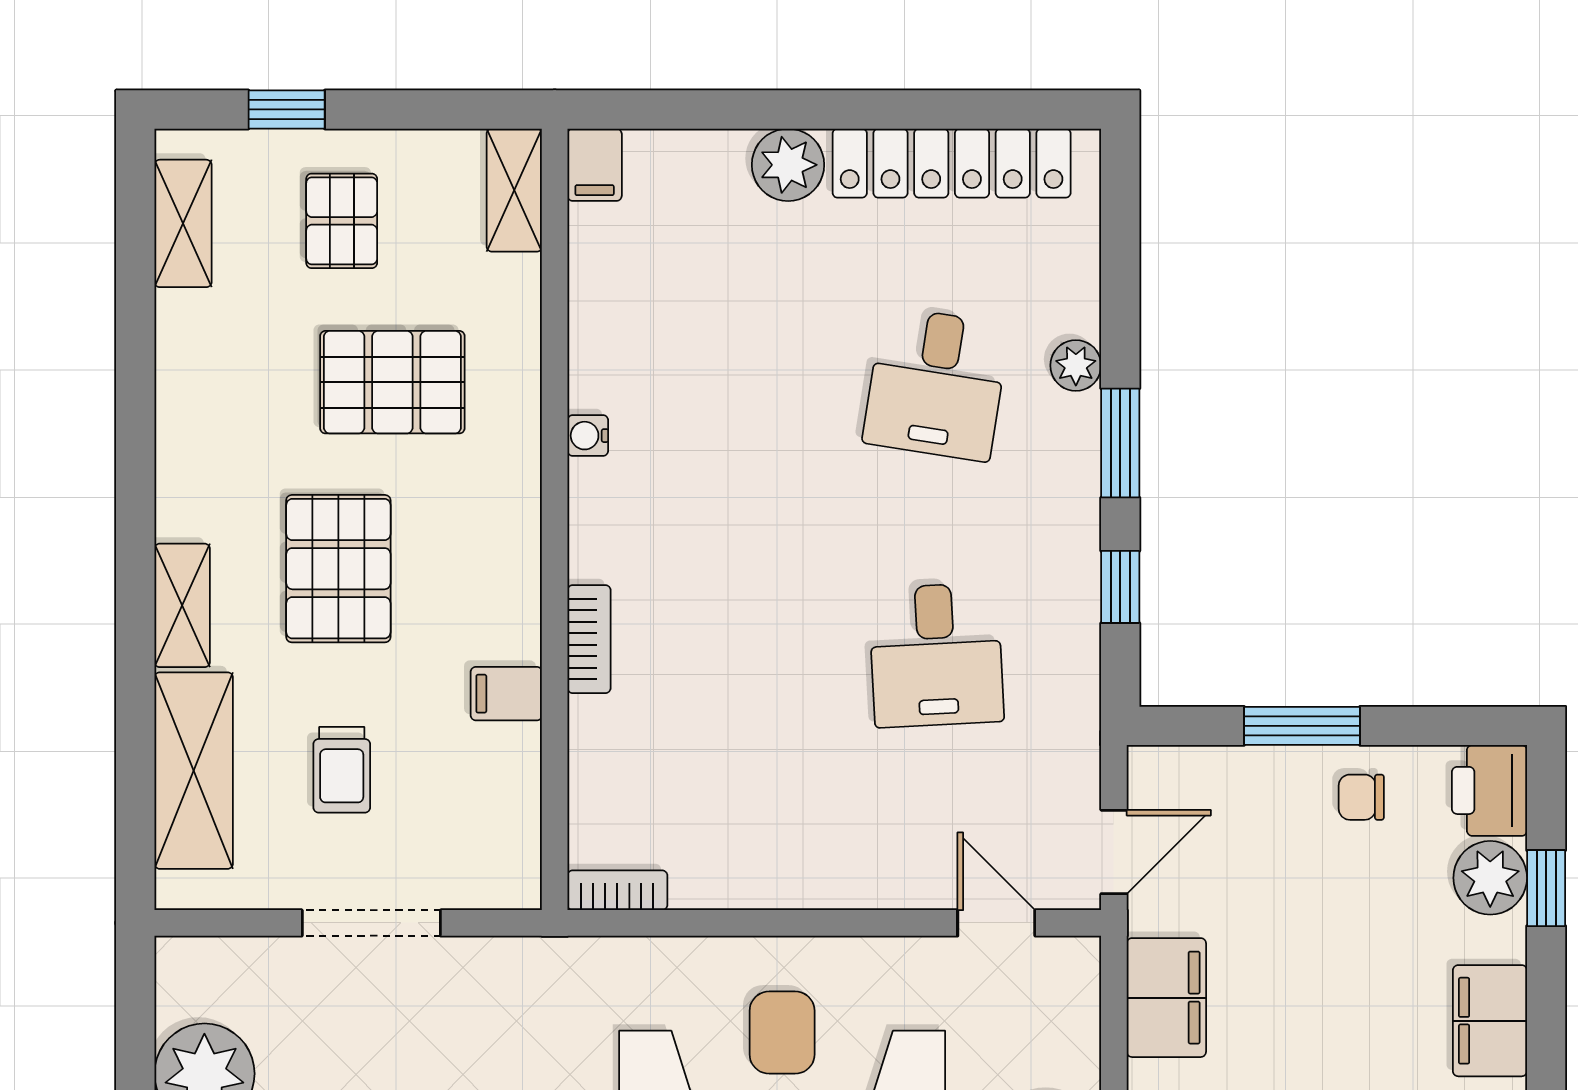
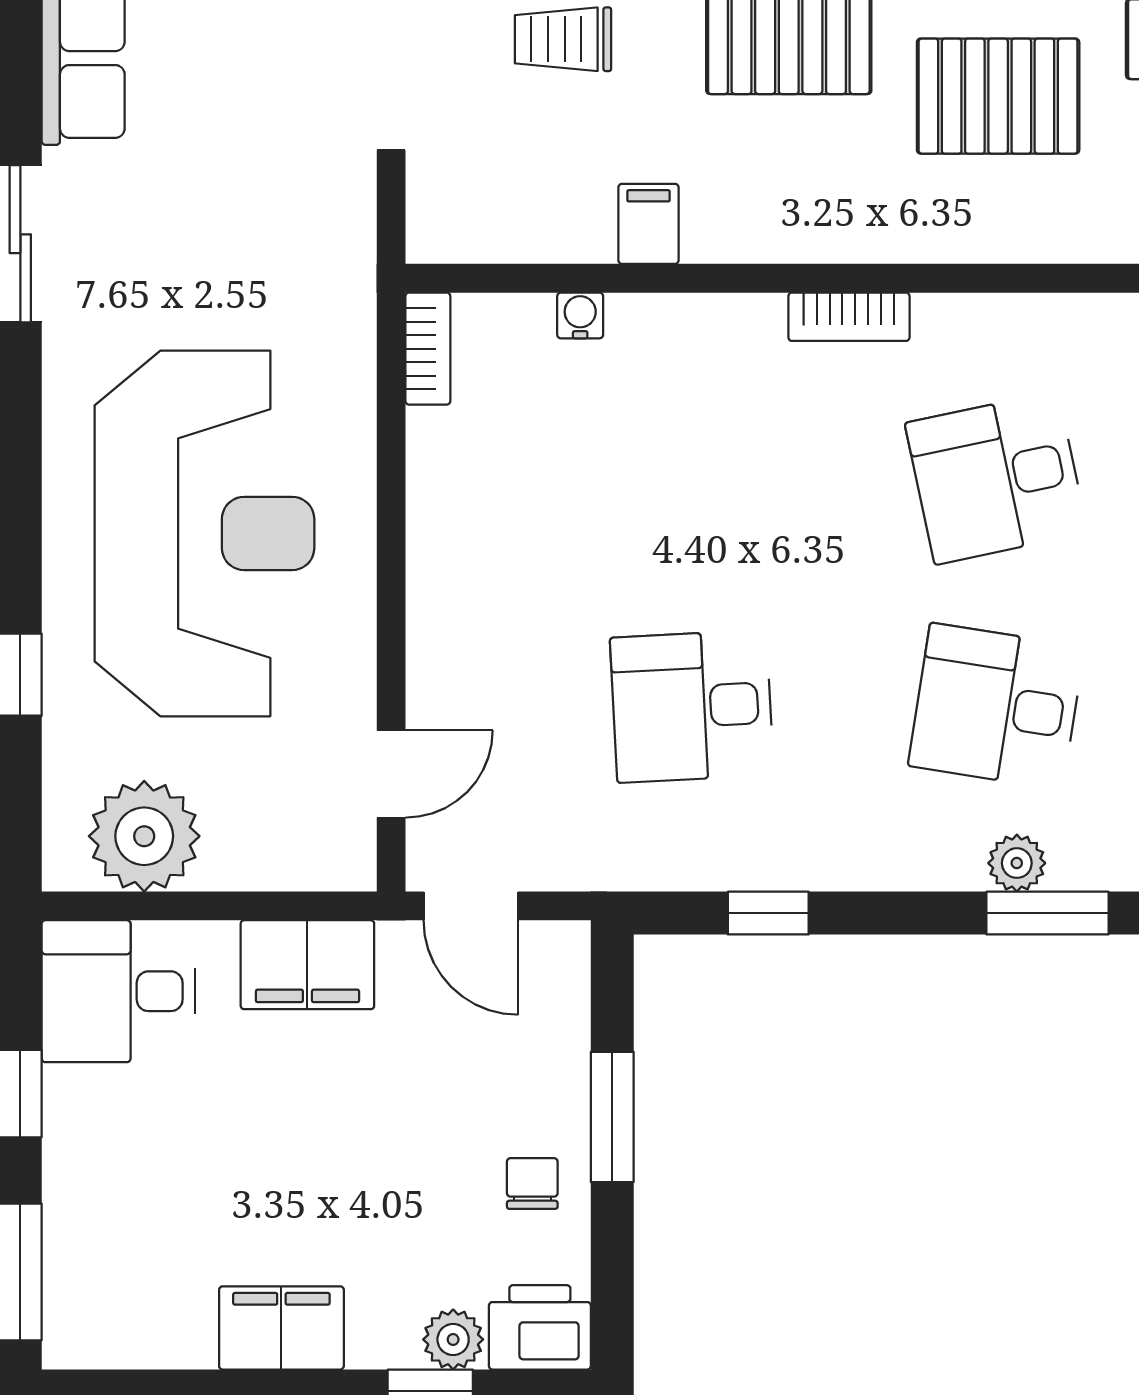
pallet: (392, 382) -> (998, 96), turned 90
desk: (733, 384) -> (996, 478), added
water cooler: (588, 436) -> (580, 315), moved
window: (1120, 443) -> (1048, 913), moved
bookcase: (589, 639) -> (849, 317), moved
plant: (1490, 878) -> (453, 1339), width x0.73, depth x0.73

